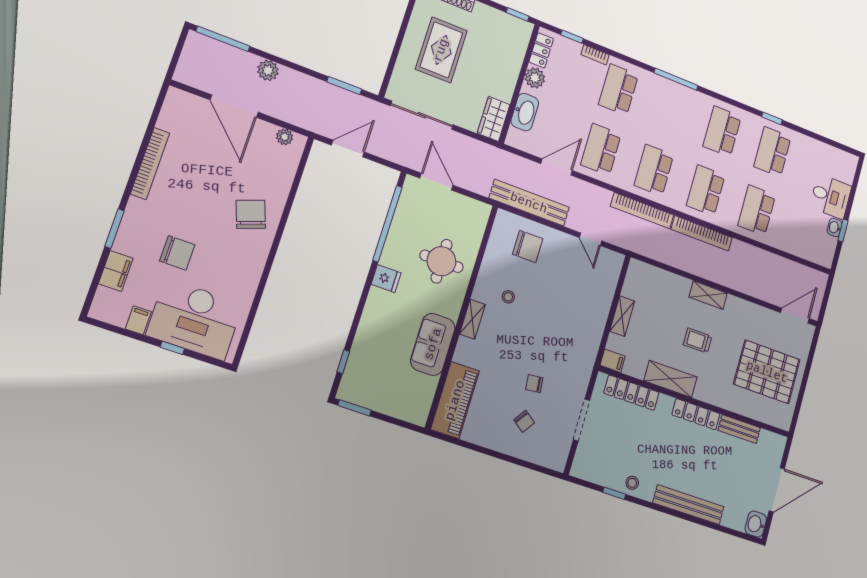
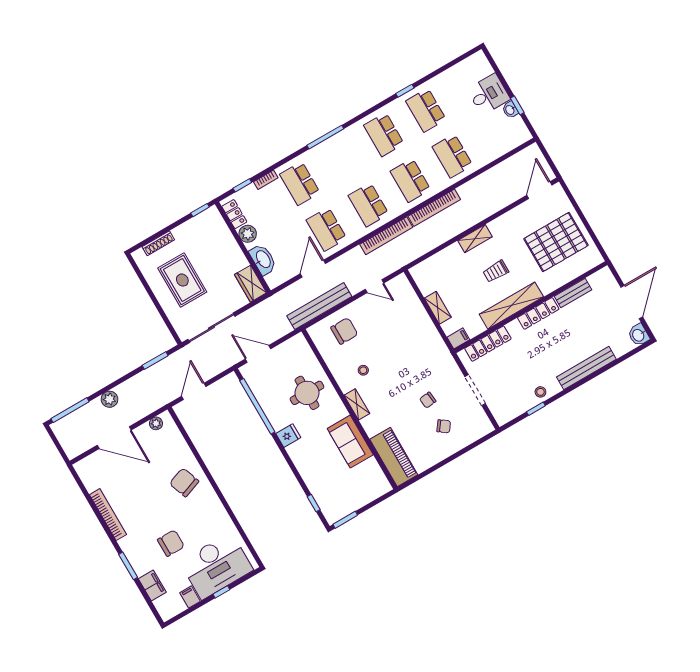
shelving: (670, 379) -> (511, 306), width x1.47

